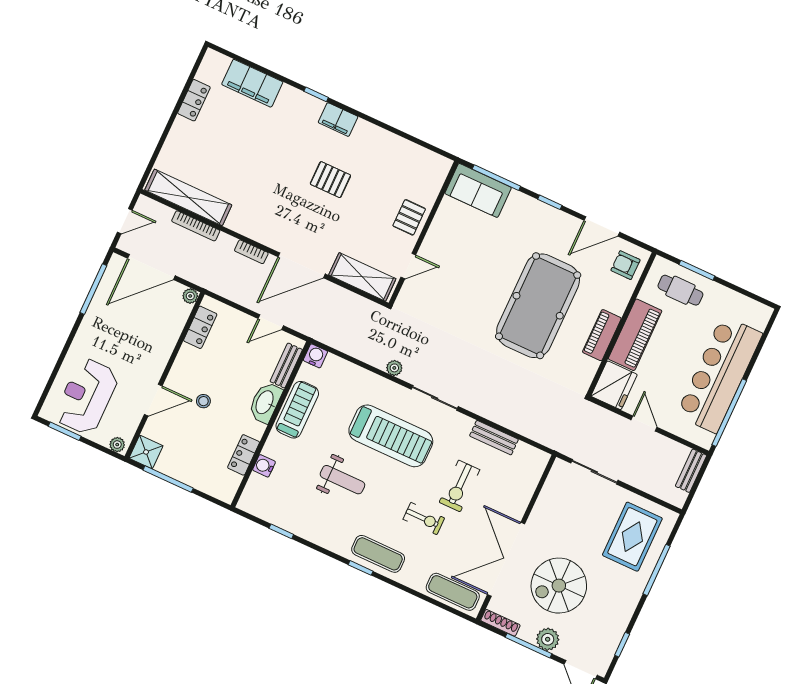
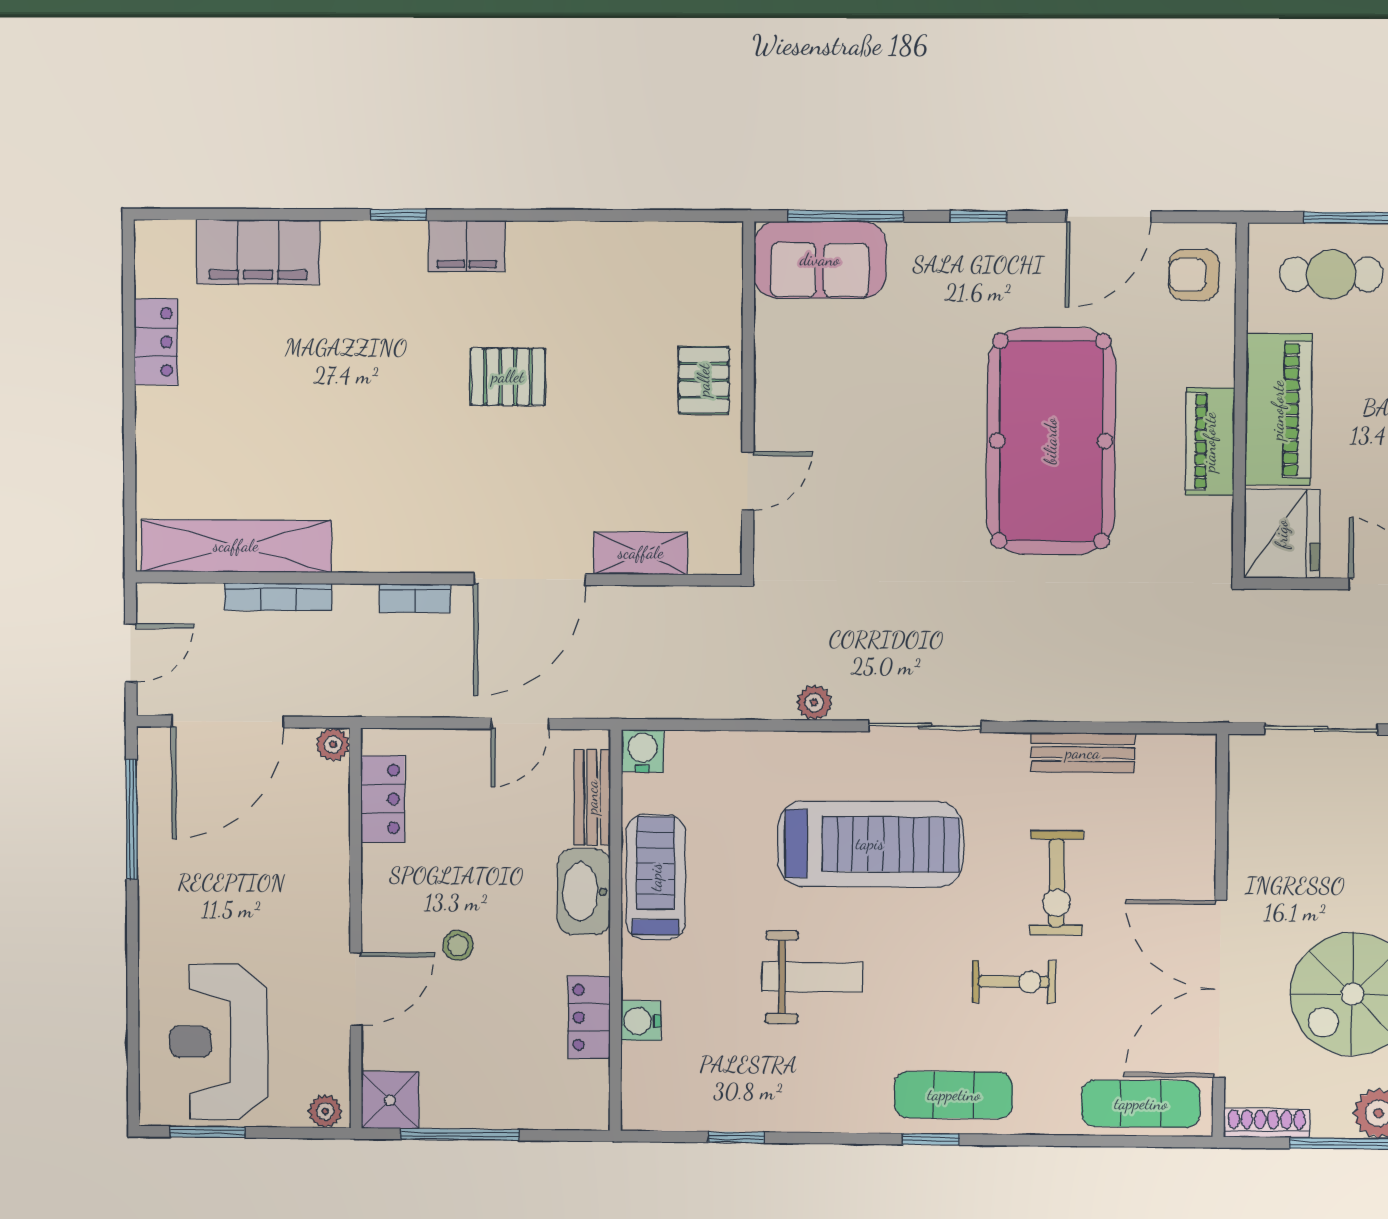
shelving: (362, 277) -> (641, 553), width x0.67, depth x0.75

